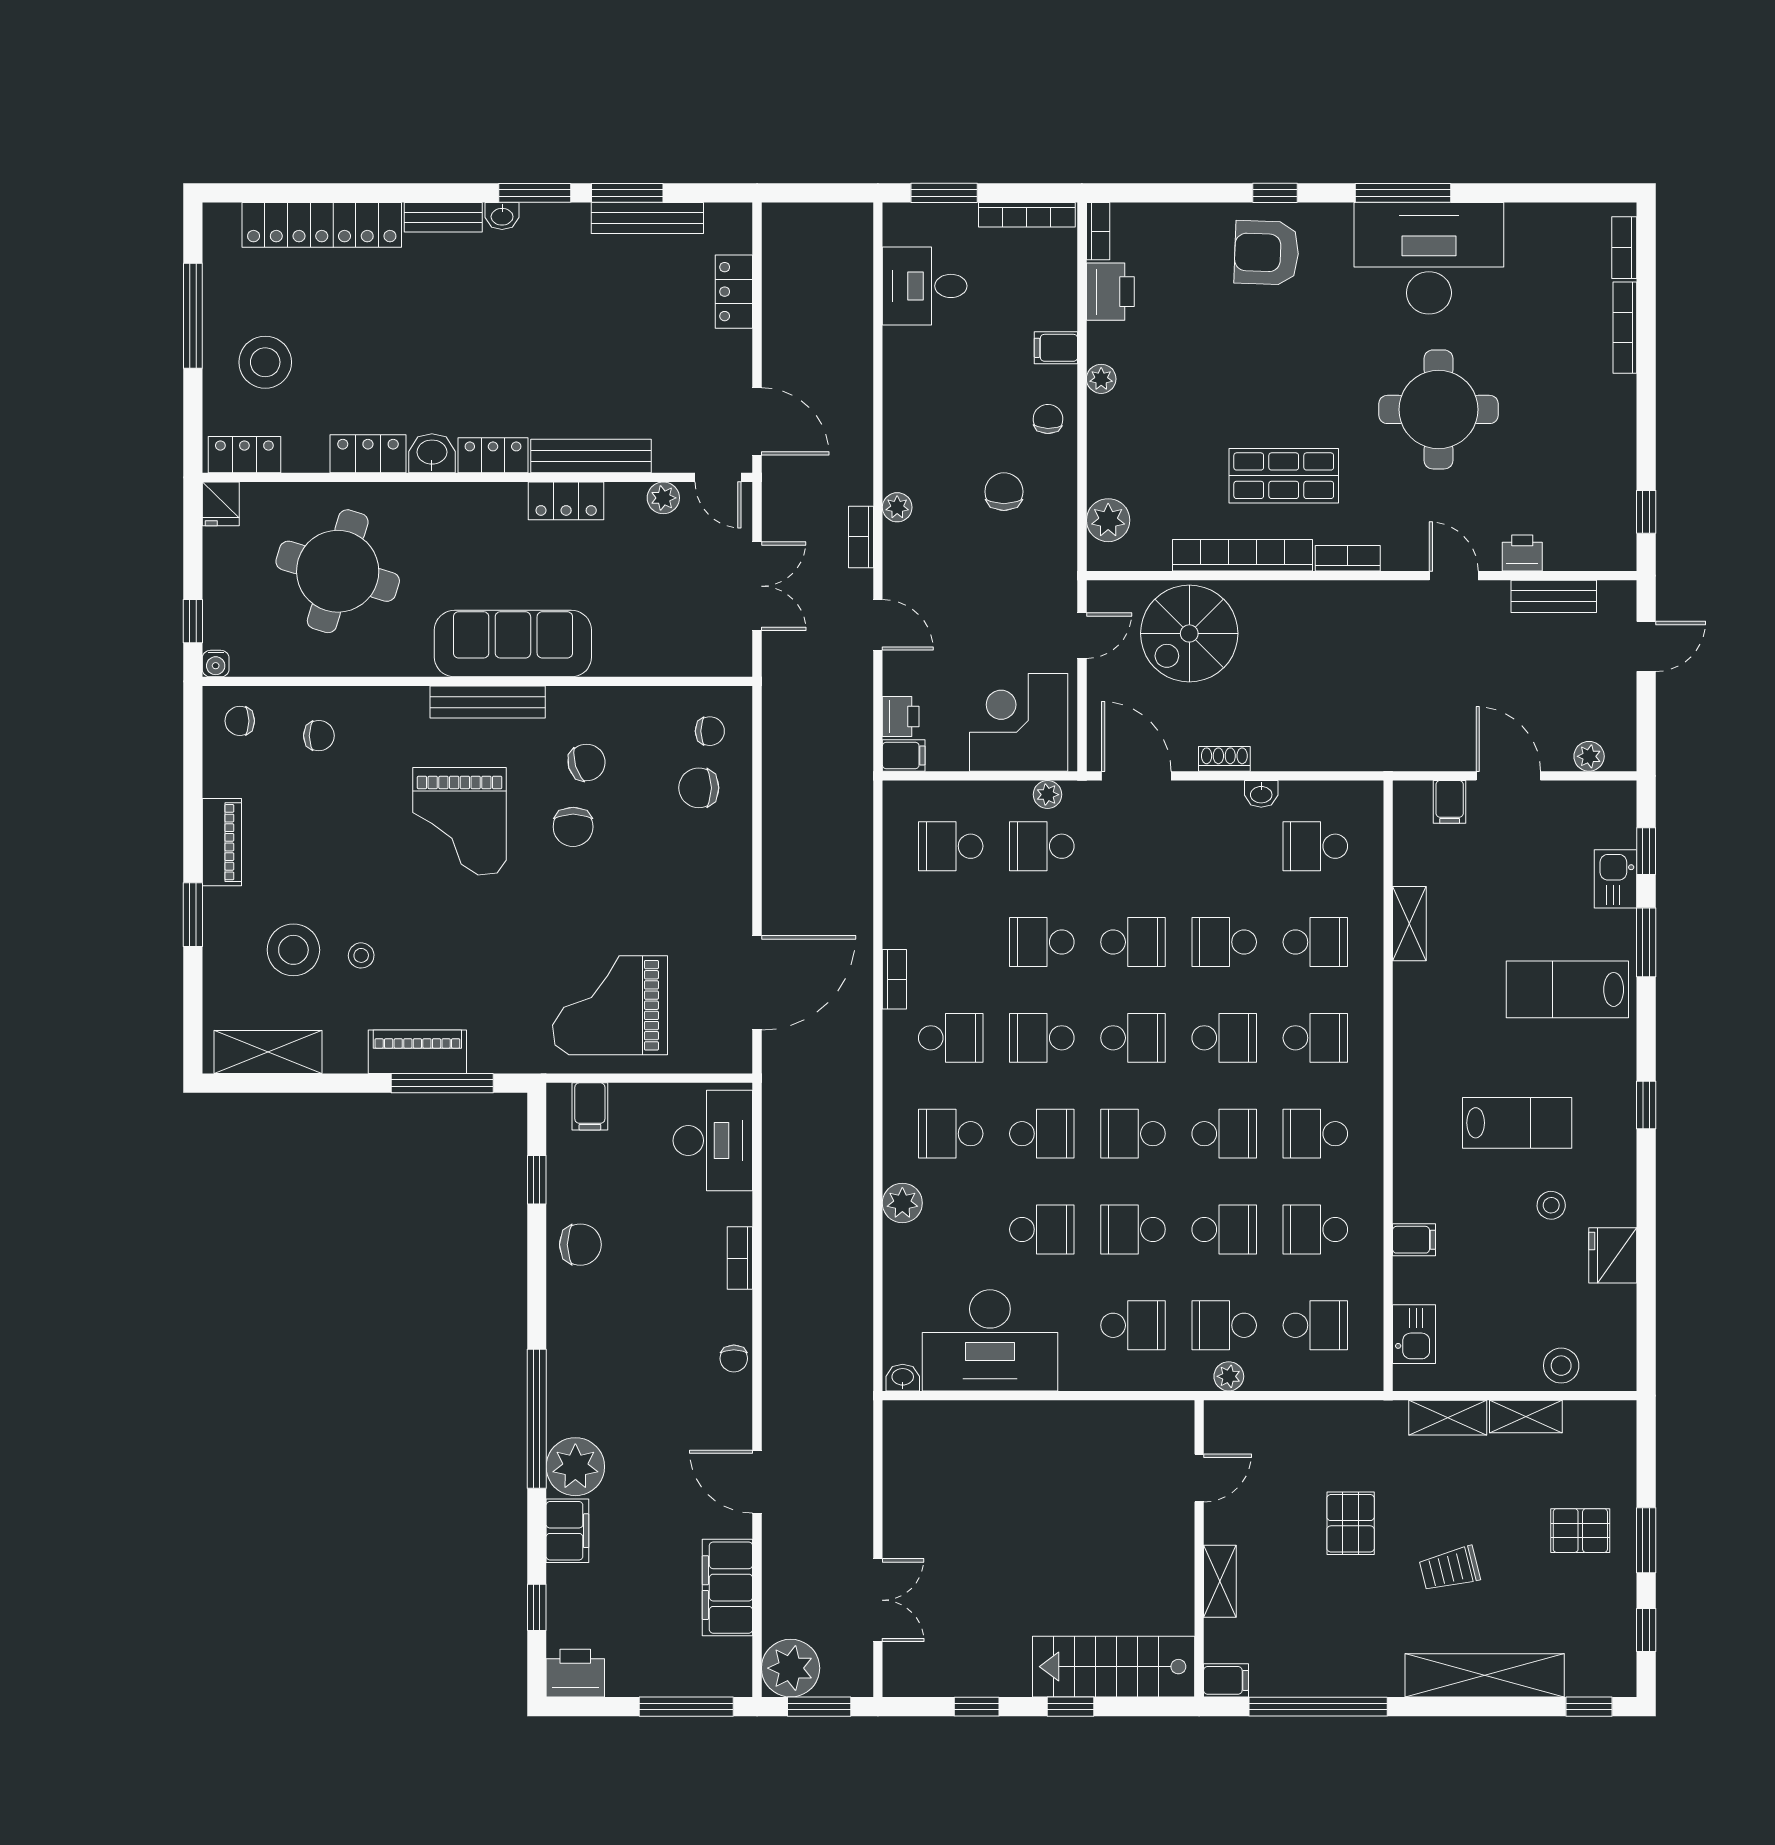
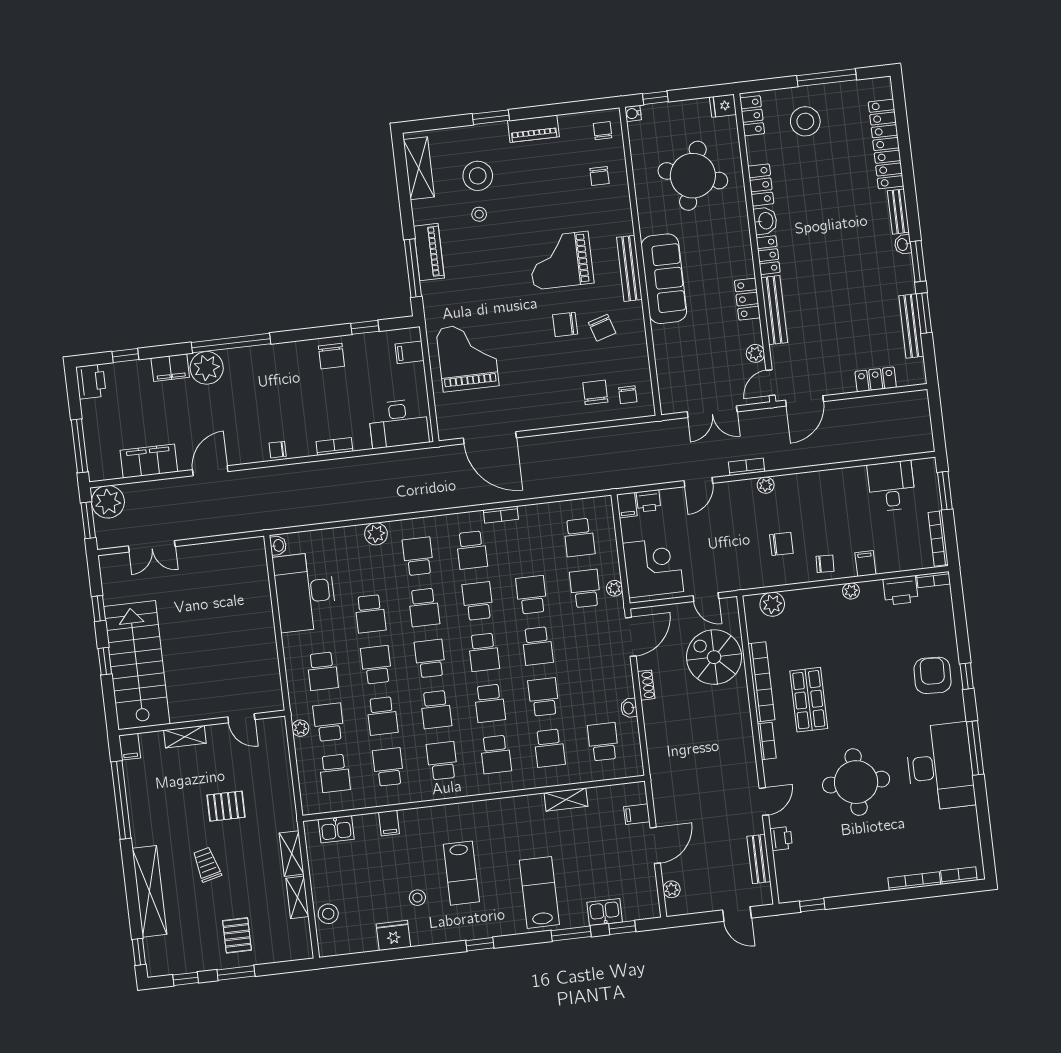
school desk: (951, 846) -> (579, 537), turned 180
stairs: (1114, 1667) -> (137, 665), width x1.36, depth x1.51

